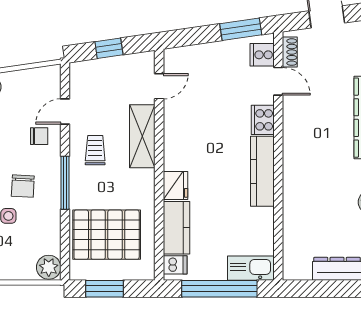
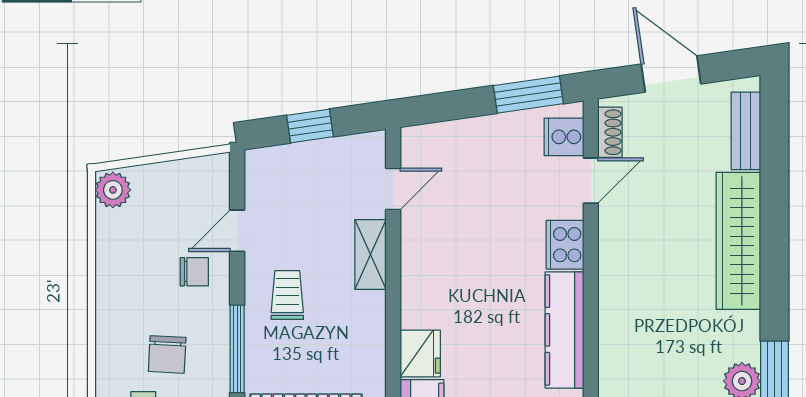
door: (278, 81) -> (591, 181), hinge flipped
shelving: (142, 136) -> (370, 254), width x0.67, depth x0.75

